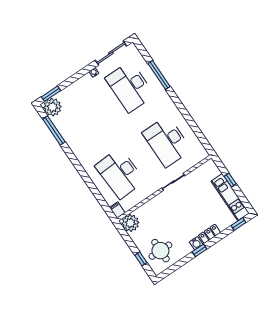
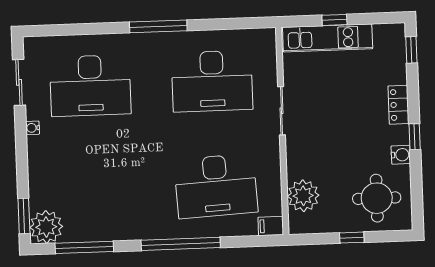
sliding door: (111, 53) -> (19, 82), width x0.73
window: (159, 75) -> (158, 26), moved
window: (83, 174) -> (181, 244), added
kitchen unit: (230, 197) -> (328, 38), moved
plant: (130, 223) -> (303, 196), moved
water cooler: (196, 243) -> (401, 155), moved
window: (141, 259) -> (352, 238), moved

